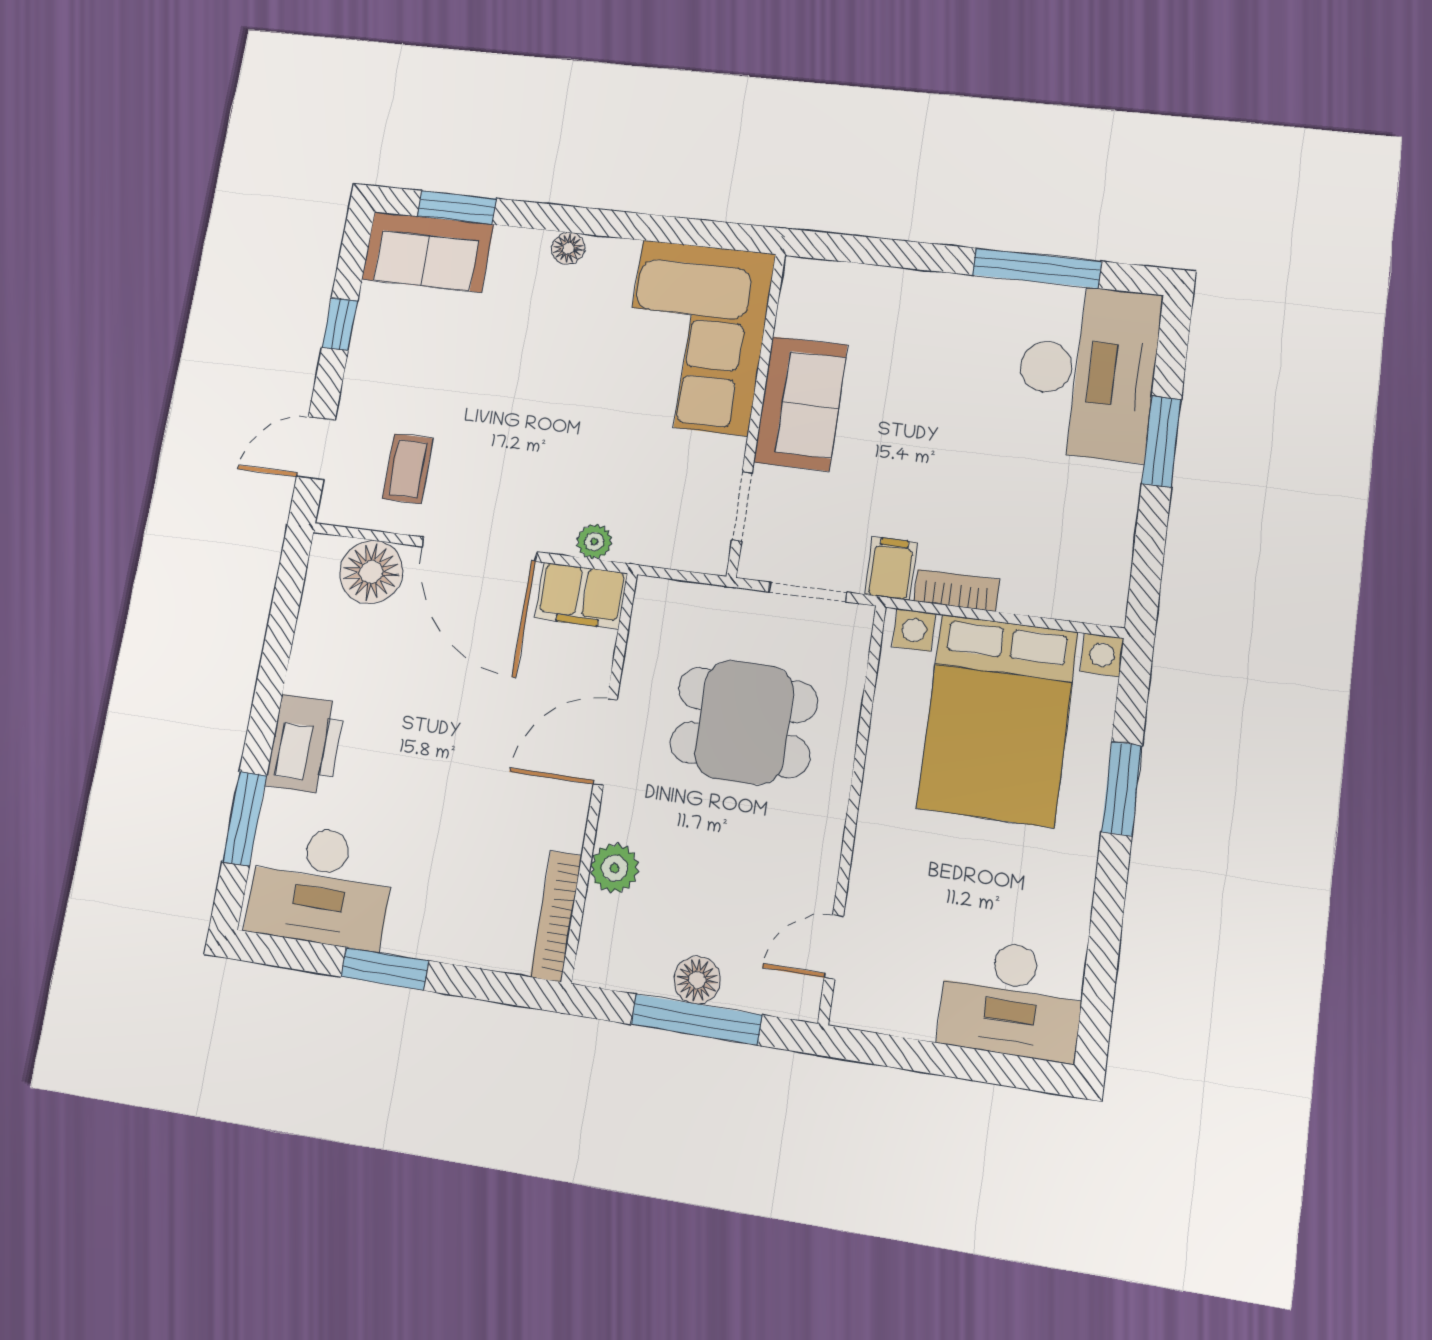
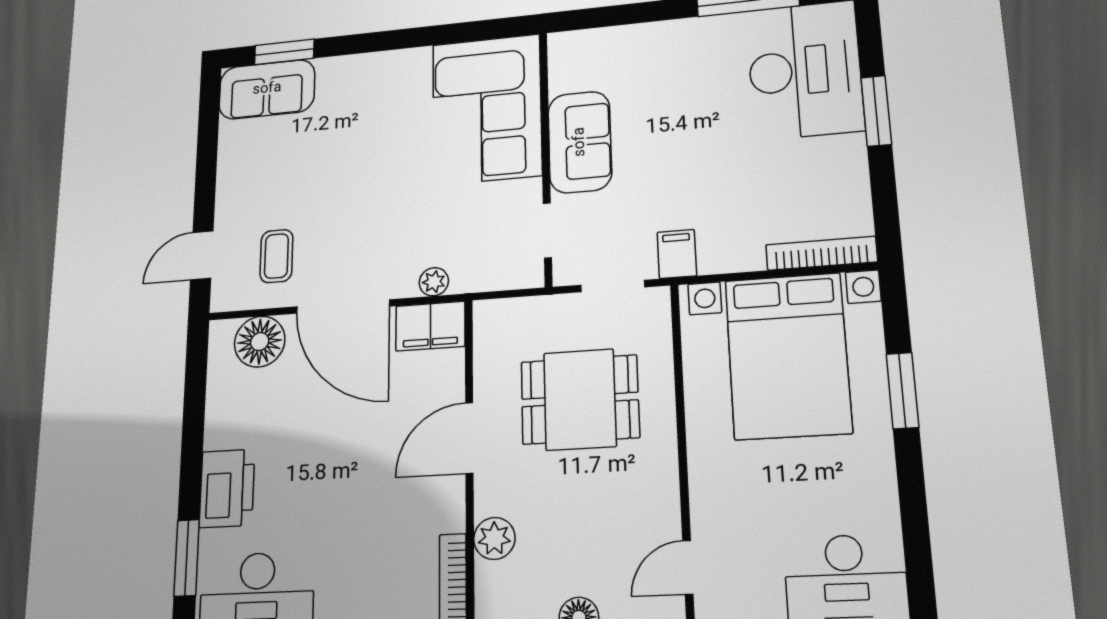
floor lamp: (568, 248) -> (376, 64), removed
window: (340, 324) -> (207, 158), removed
bookcase: (956, 590) -> (821, 253), moved, width x1.56

